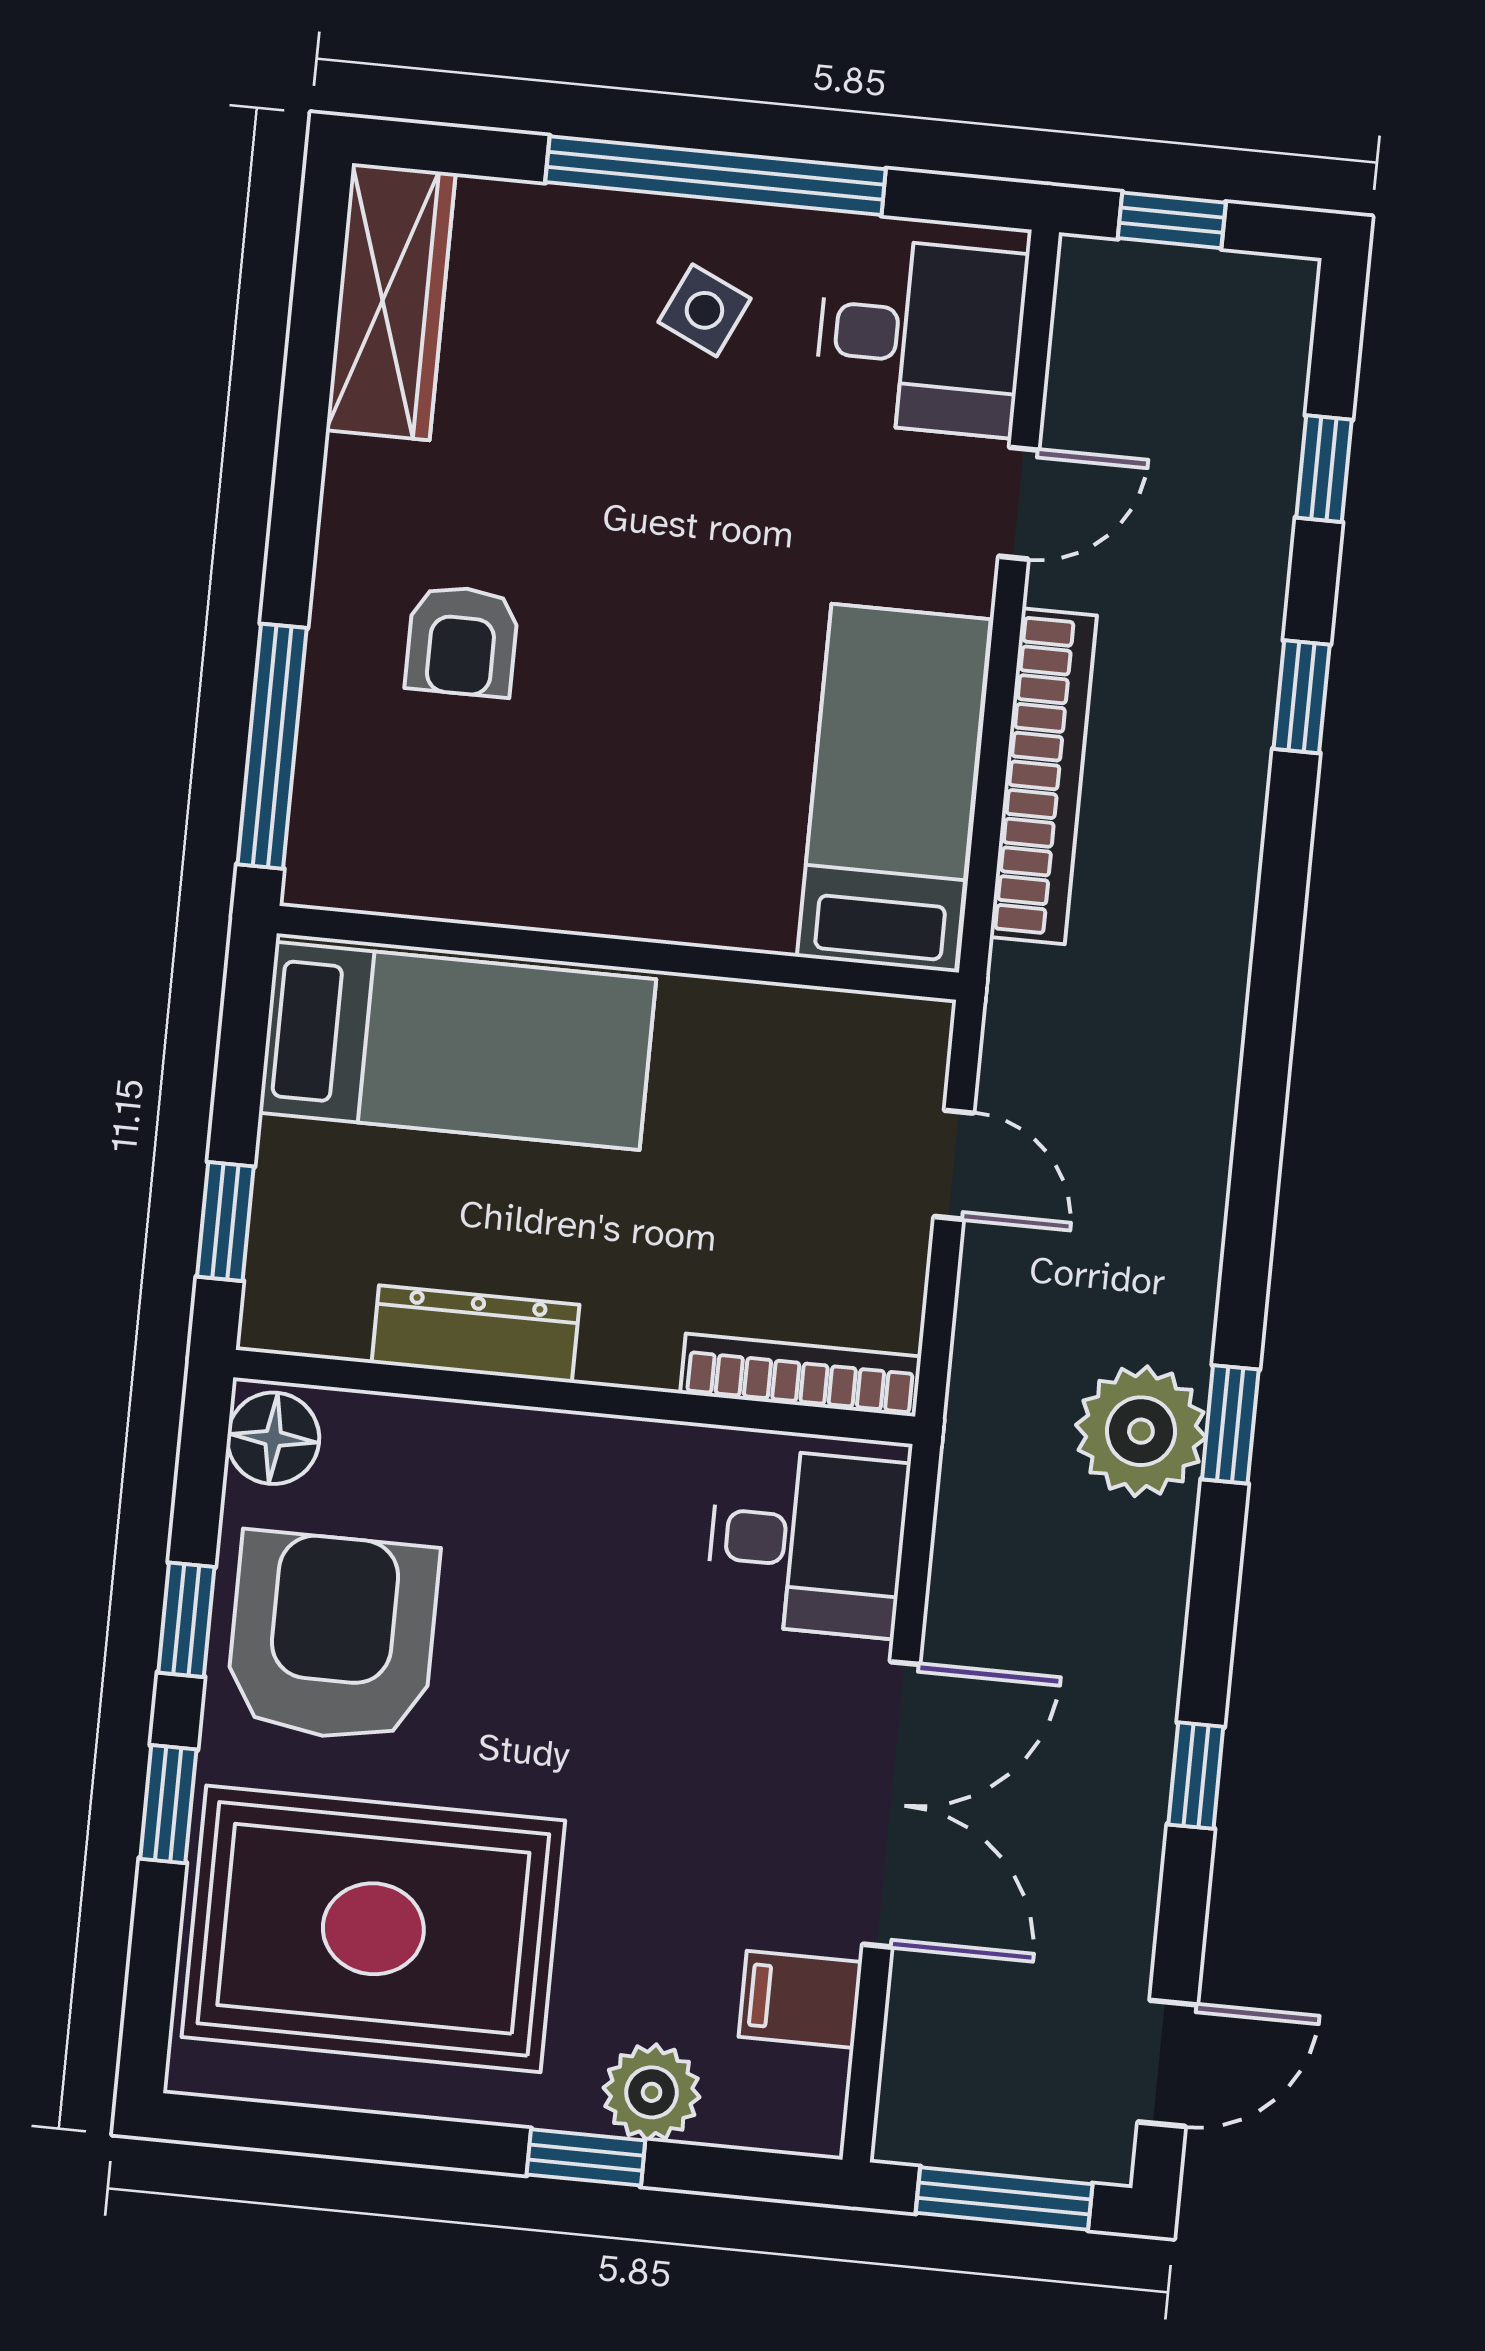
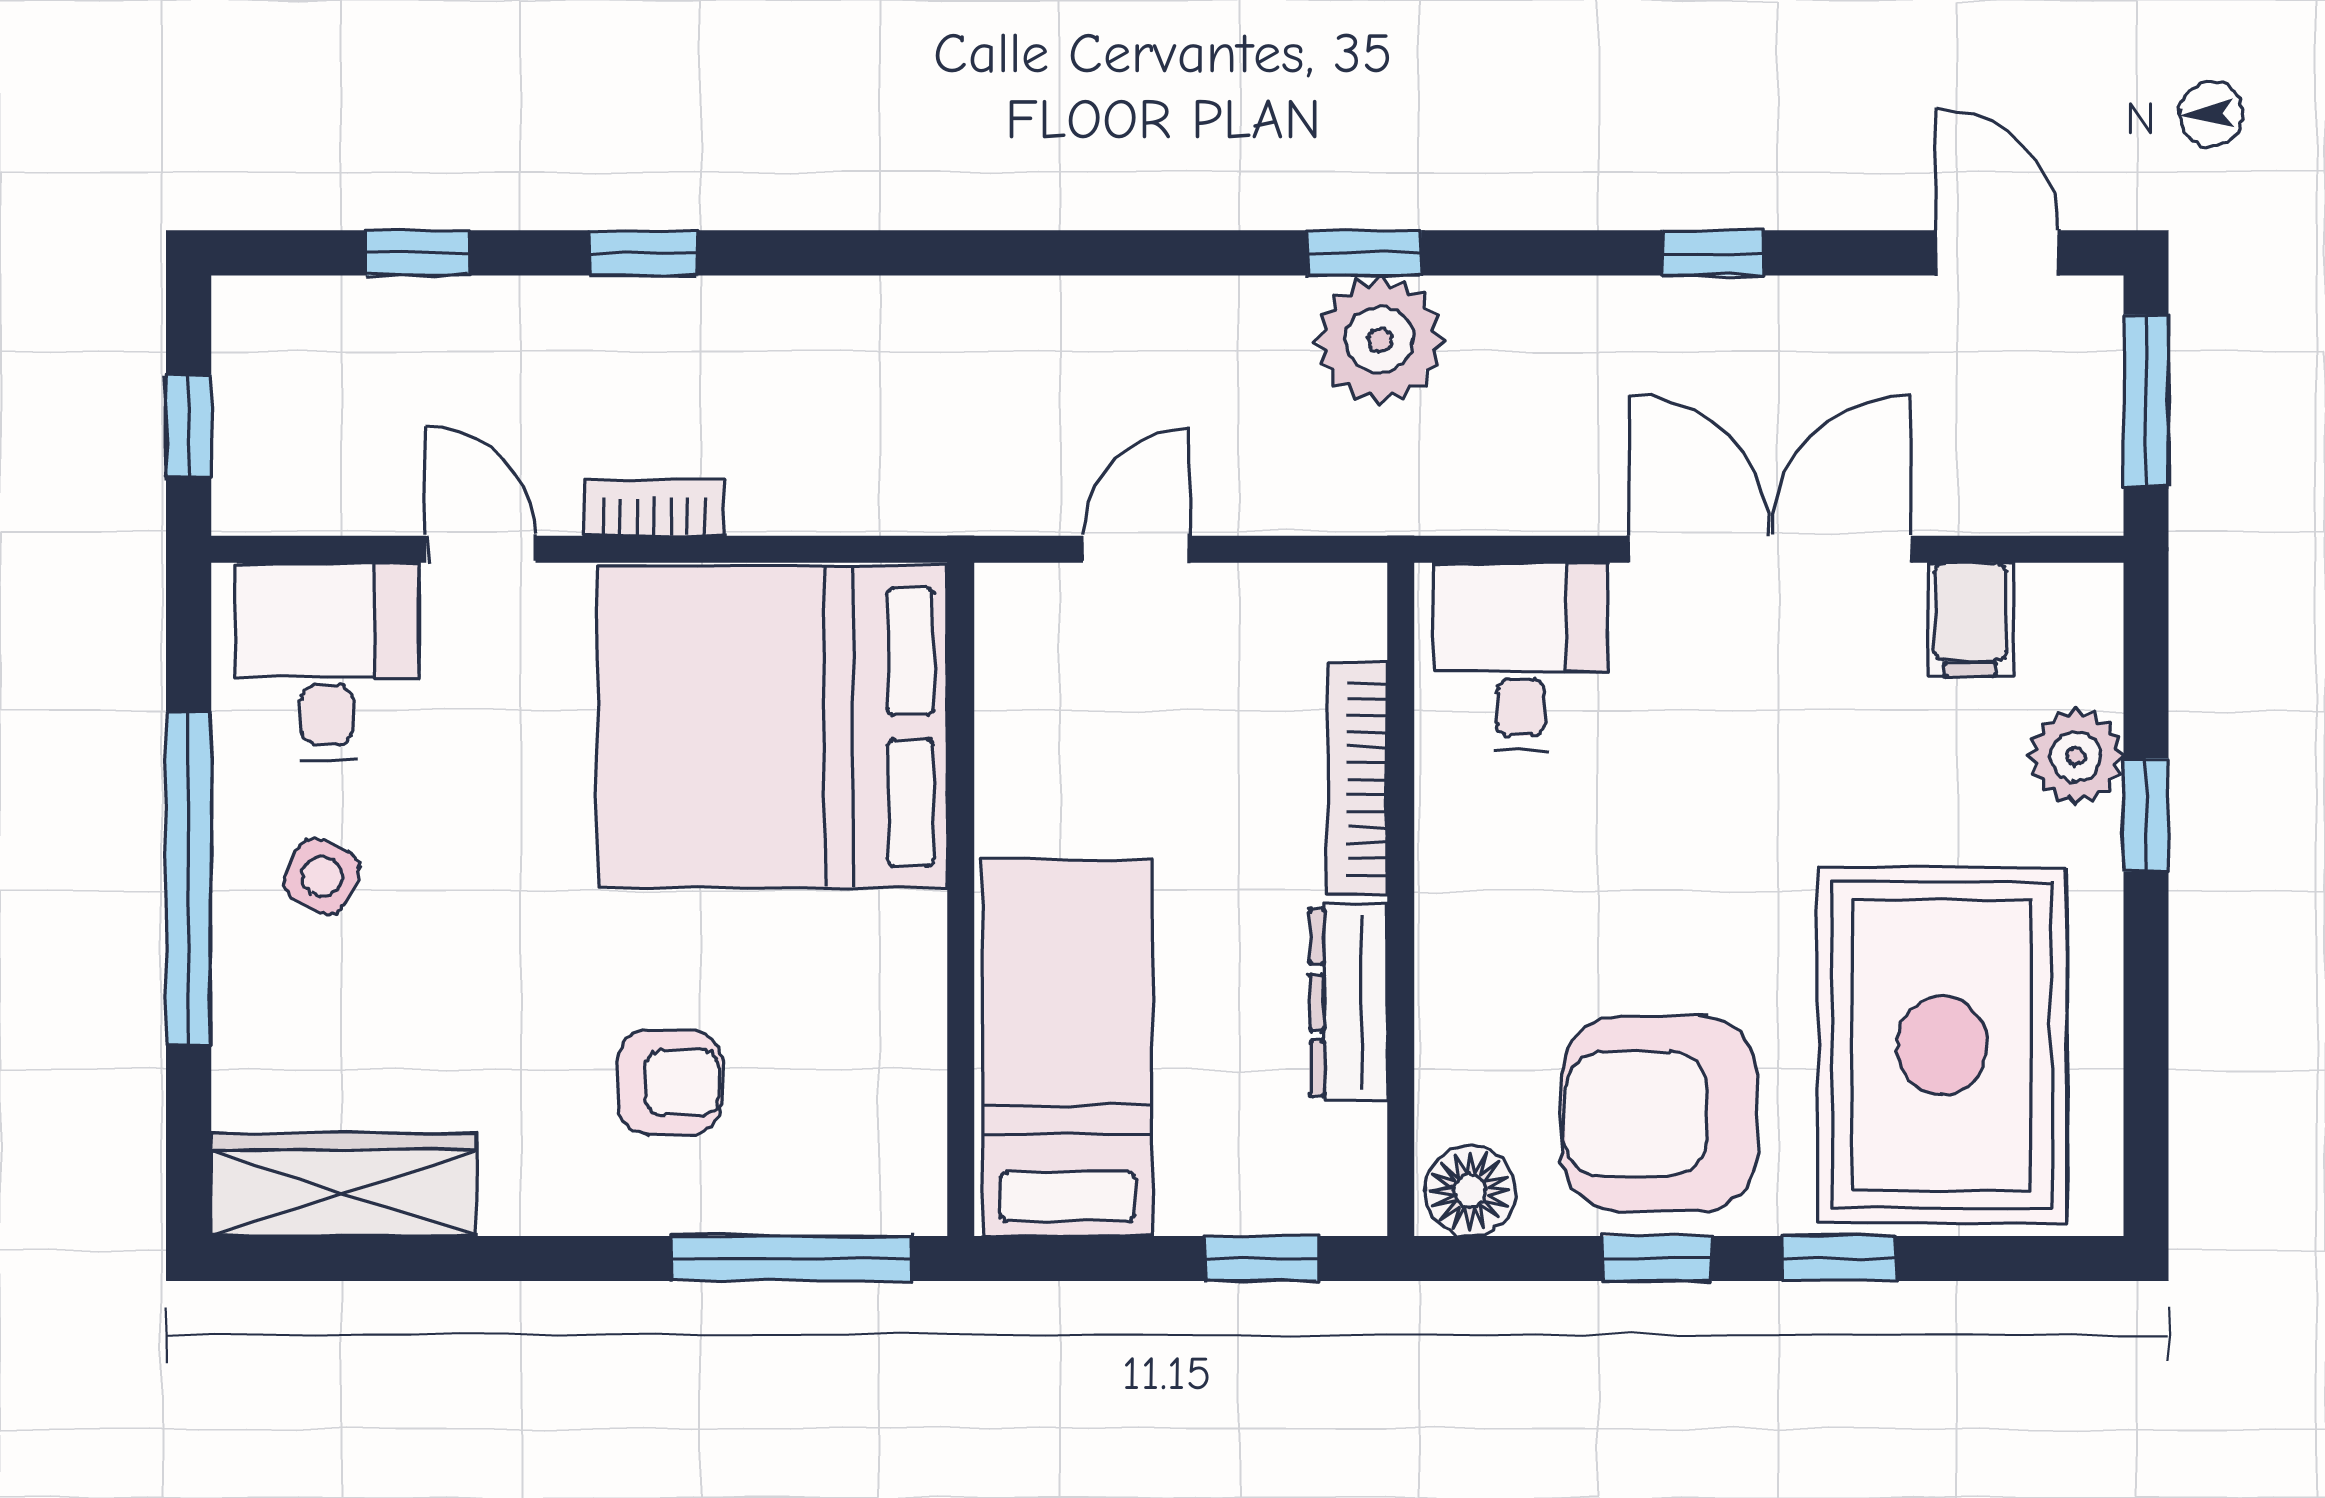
bookcase: (1043, 776) -> (654, 508), width x0.43, depth x0.76
bed: (894, 788) -> (772, 727), width x2.04
bookcase: (801, 1375) -> (1357, 779), moved

